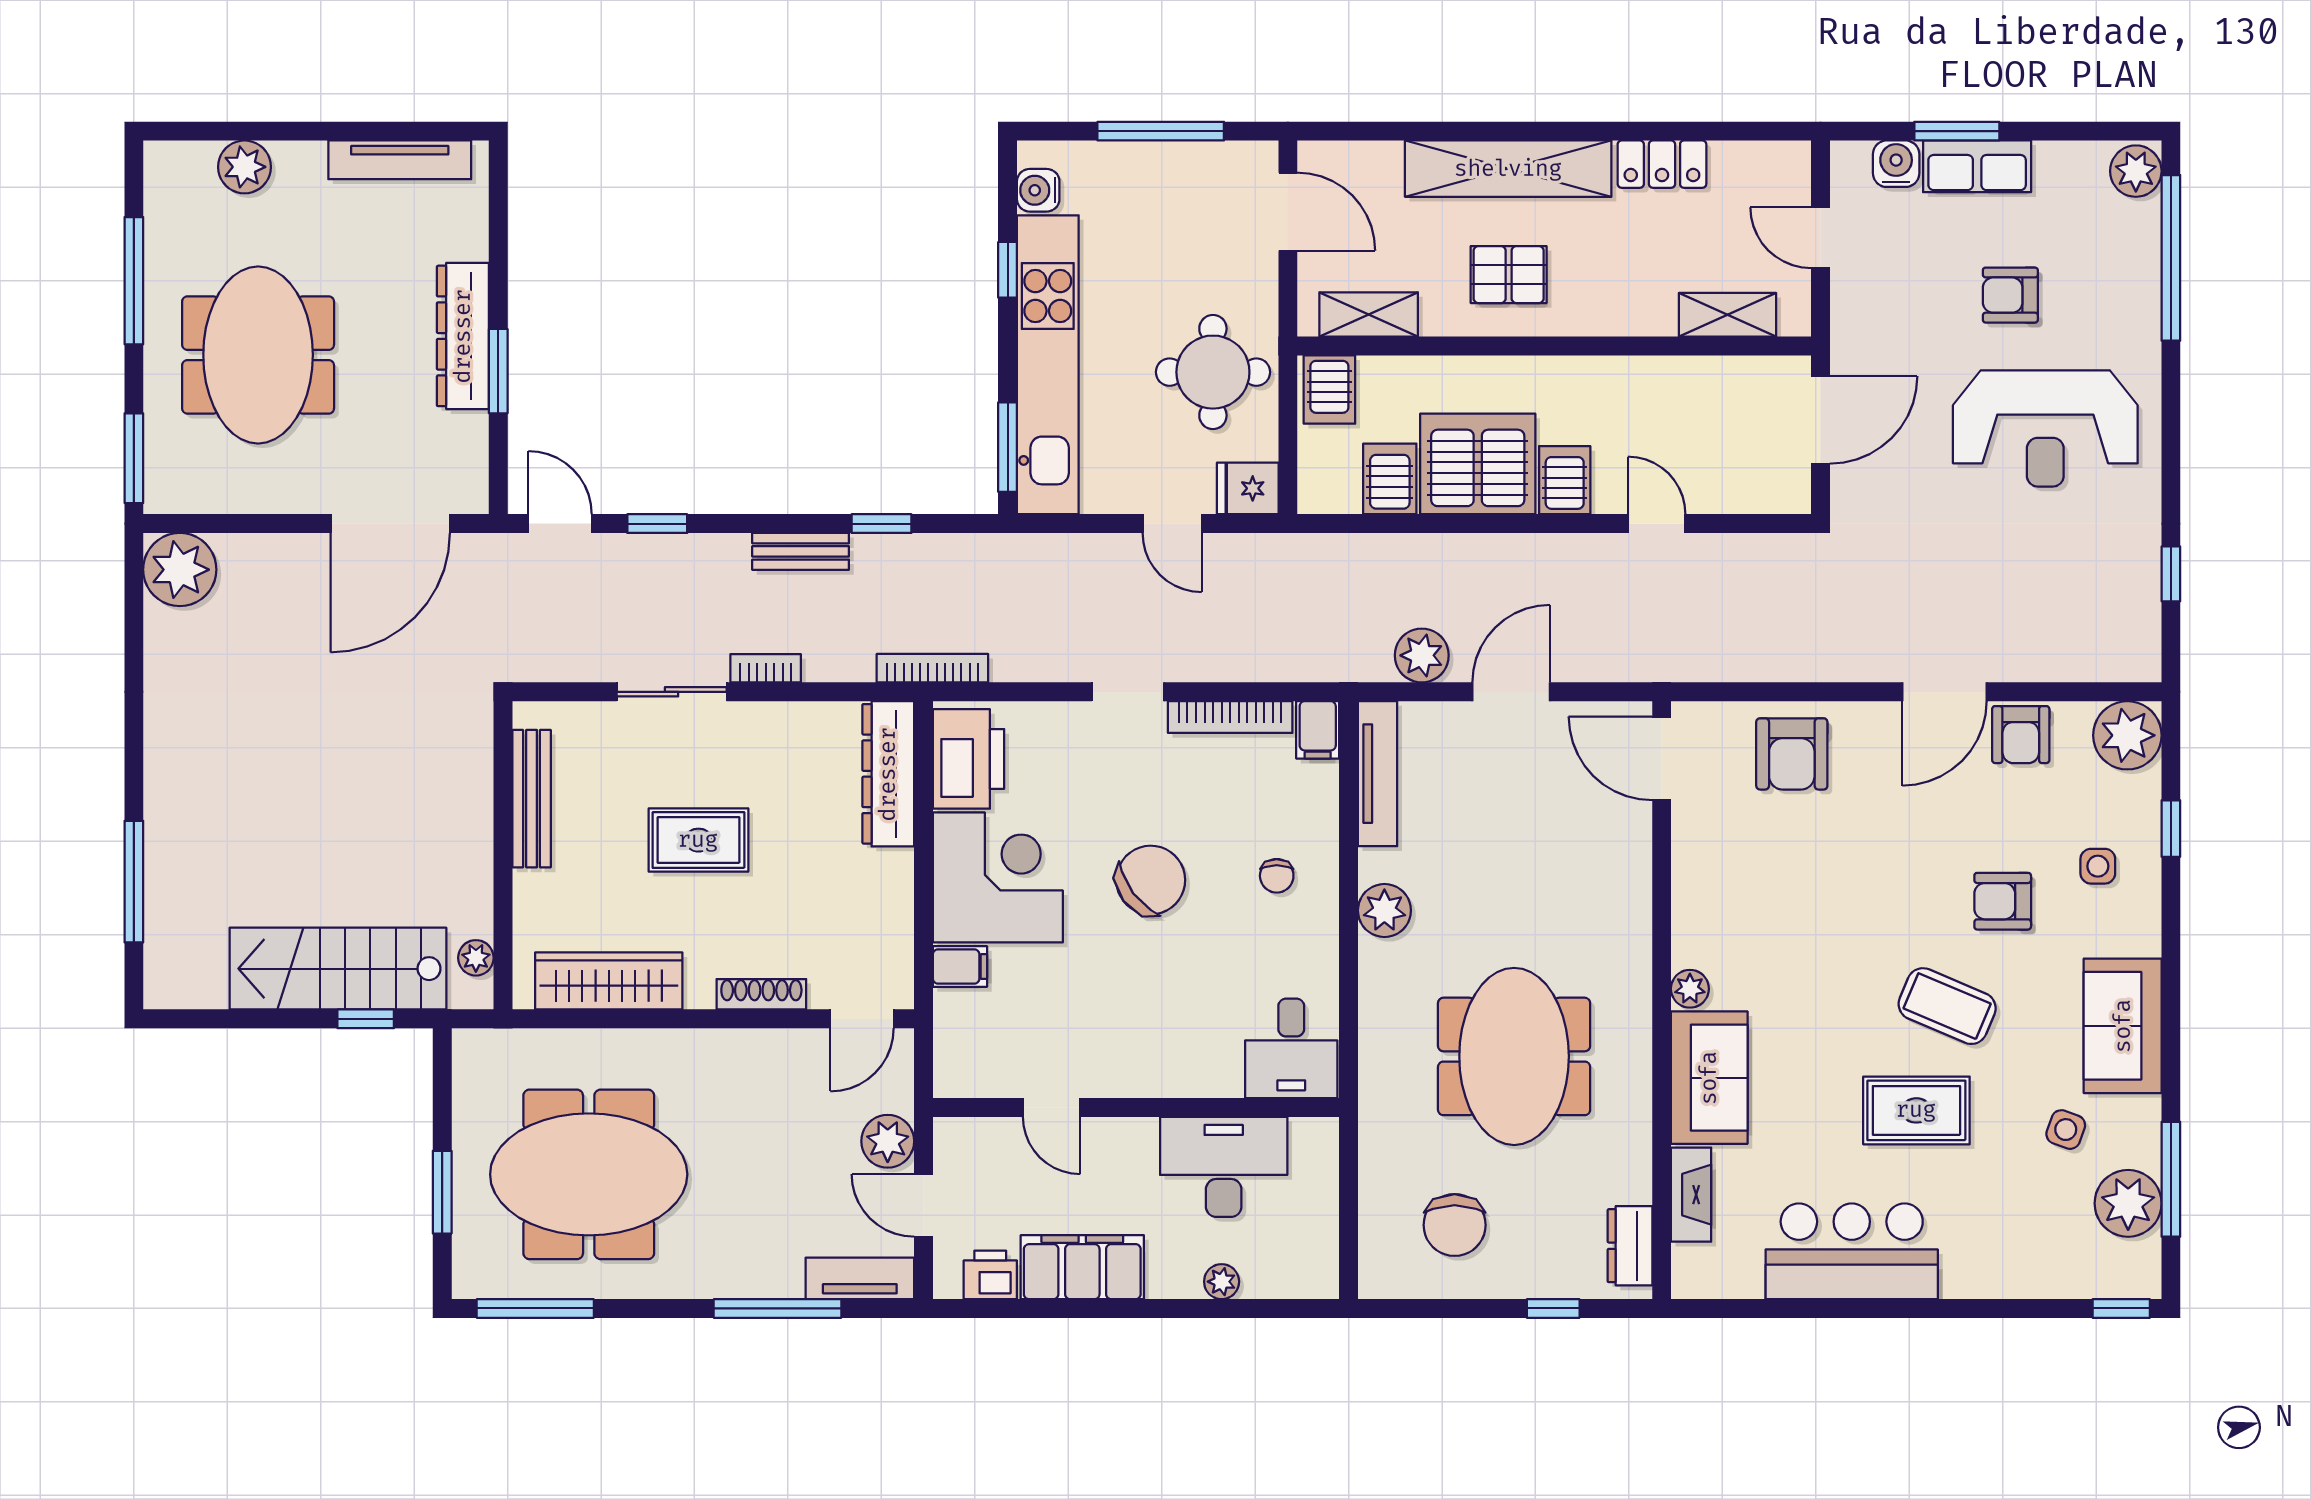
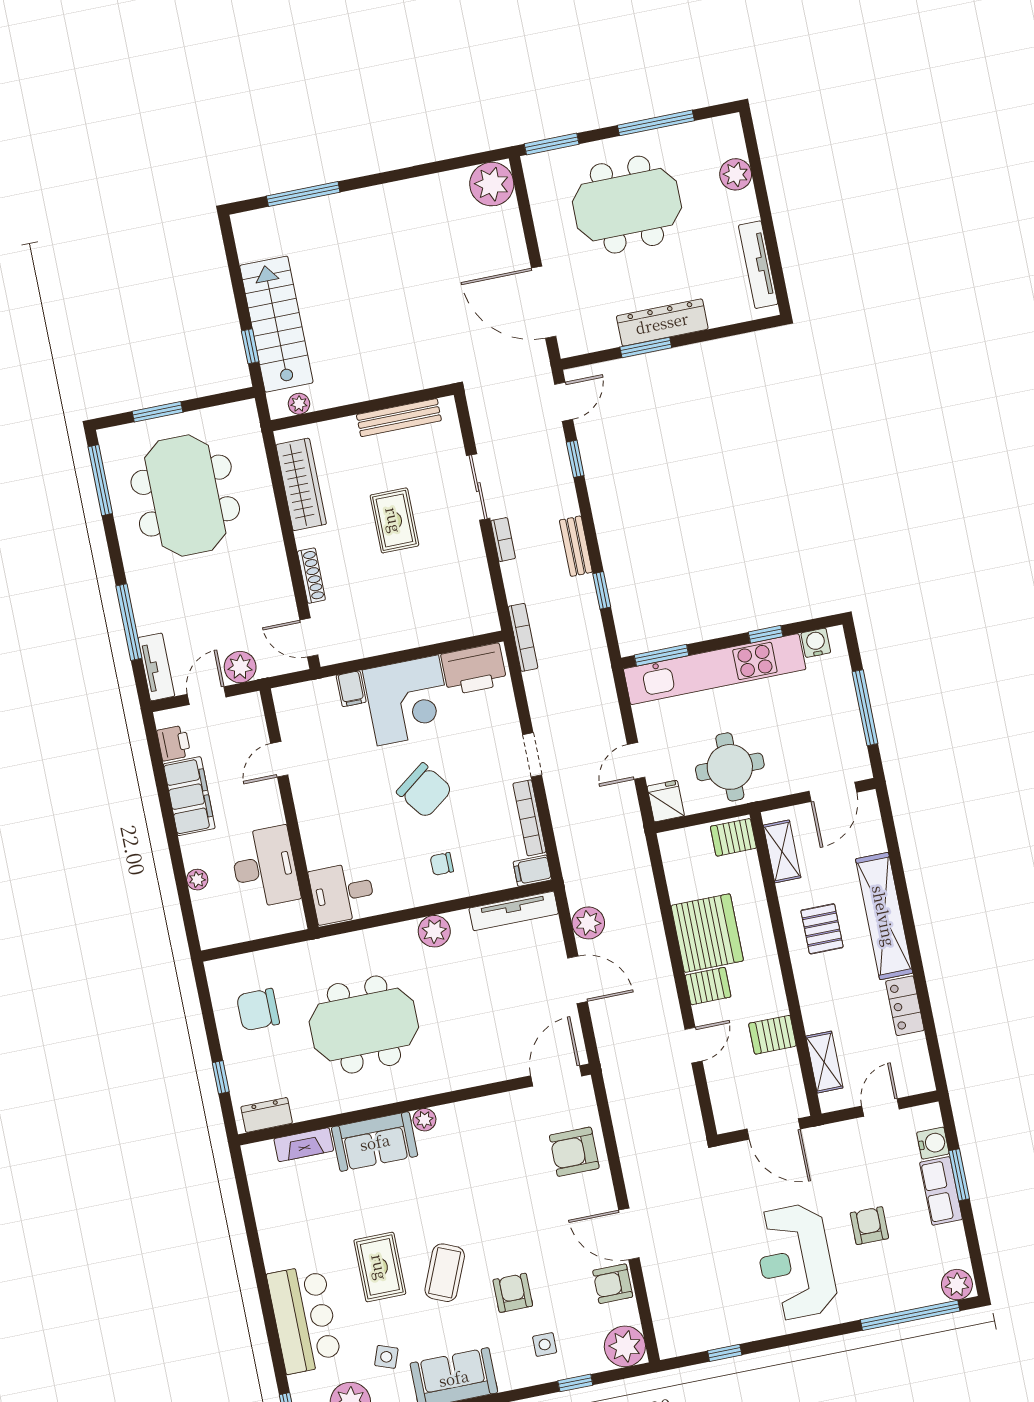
server rack: (1390, 479) -> (772, 1035), moved, turned 180
dresser: (888, 774) -> (456, 624), removed
bar counter: (1852, 1251) -> (304, 1319), moved

